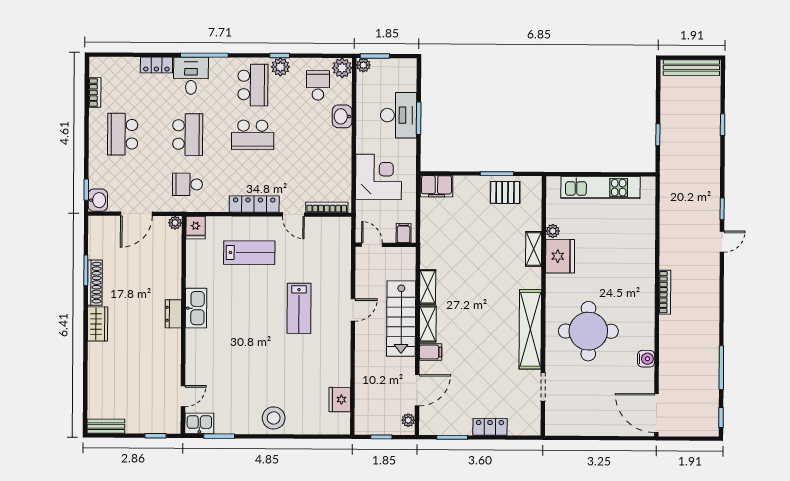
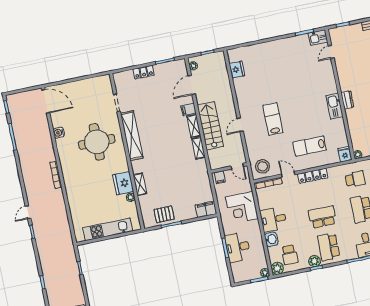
desk: (332, 148) -> (273, 219), added
stool: (274, 418) -> (263, 166), moved

